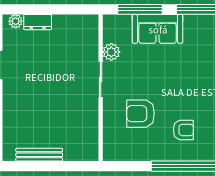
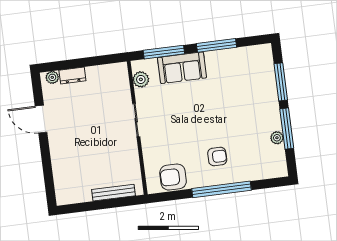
plant: (111, 52) -> (141, 79), moved
armchair: (141, 114) -> (173, 177), moved
bench: (39, 155) -> (113, 193), moved

